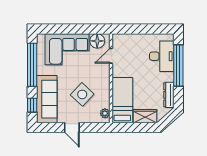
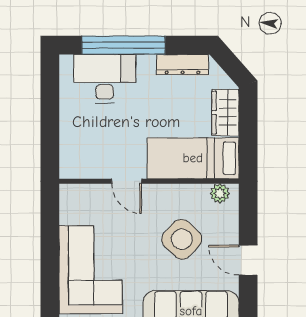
floor lamp: (97, 41) -> (74, 209), removed
door: (111, 56) -> (127, 181), moved
door: (72, 127) -> (248, 260), swing flipped

